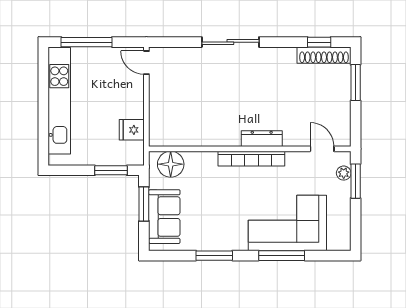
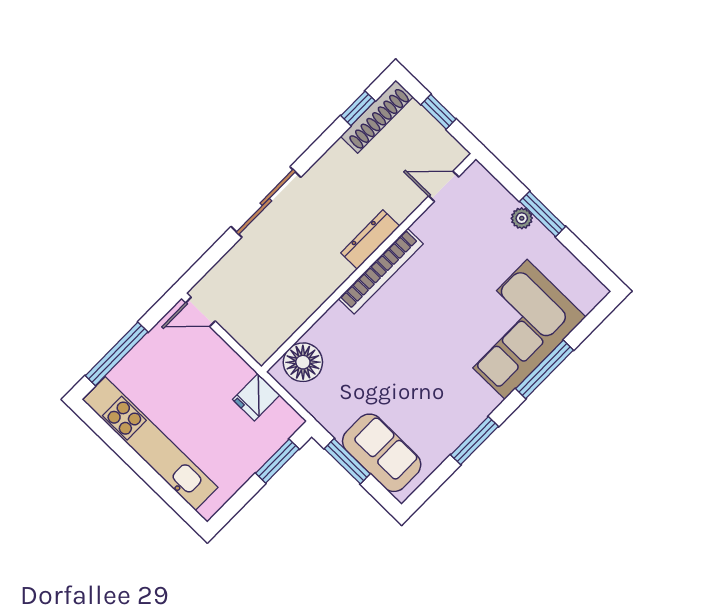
window: (356, 83) -> (439, 112), width x0.67
dresser: (262, 139) -> (370, 239), moved
wall: (250, 149) -> (369, 263), moved
door: (322, 149) -> (444, 186), moved
bookcase: (251, 159) -> (381, 271), moved
floor lamp: (171, 164) -> (303, 362), moved

